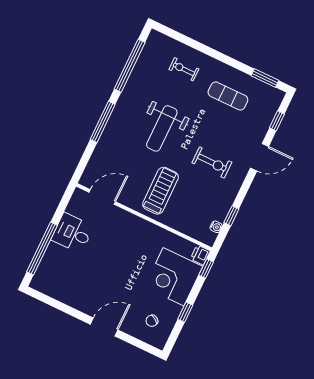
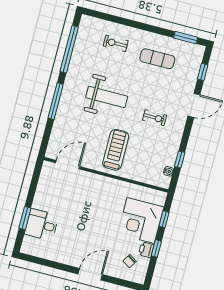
weight bench: (162, 128) -> (107, 97), turned -90
exercise bike: (212, 162) -> (155, 118), width x0.73, depth x0.72
desk: (72, 233) -> (42, 225), moved
window: (42, 249) -> (25, 218), width x0.47
printer: (200, 255) -> (146, 250), moved
window: (206, 268) -> (164, 219), moved

